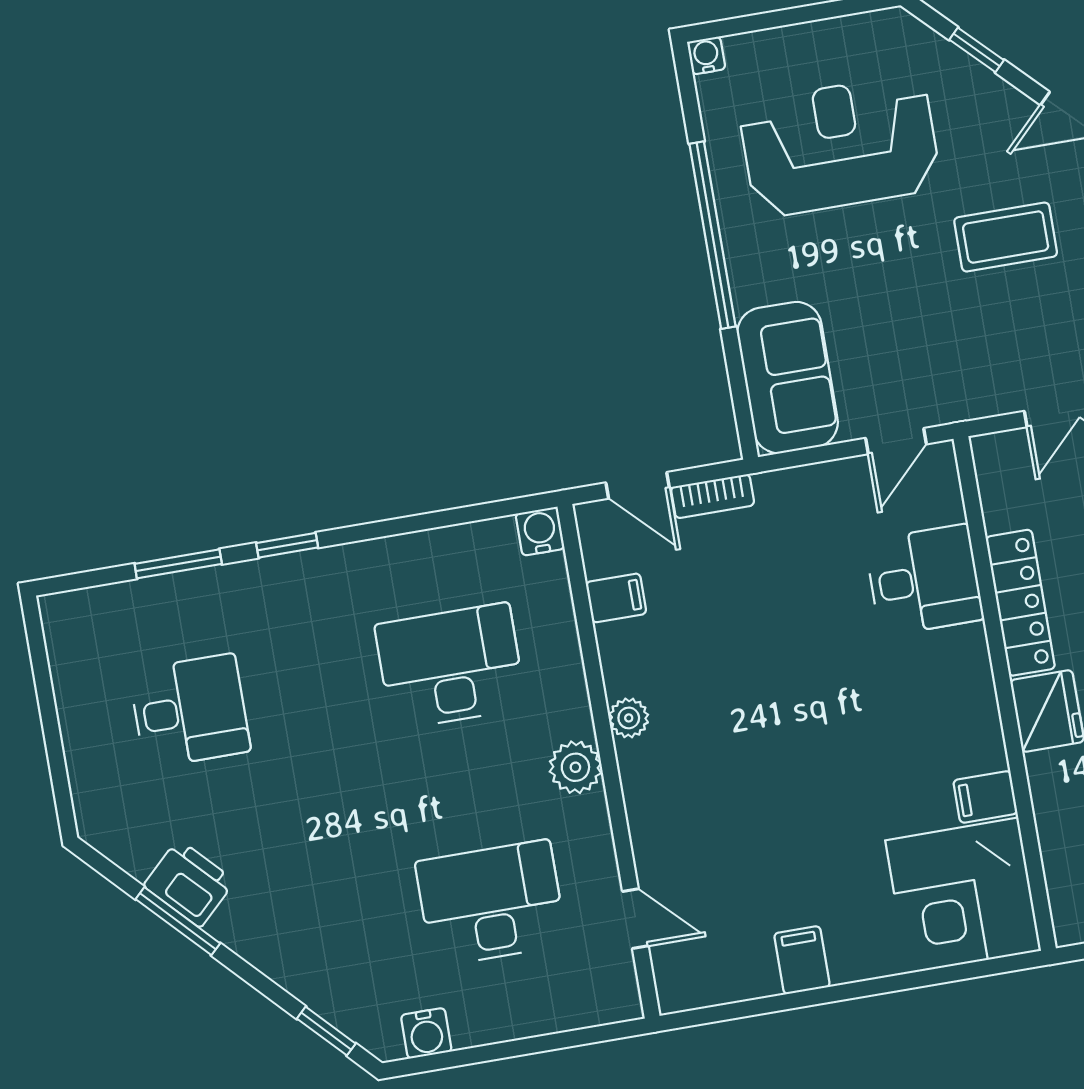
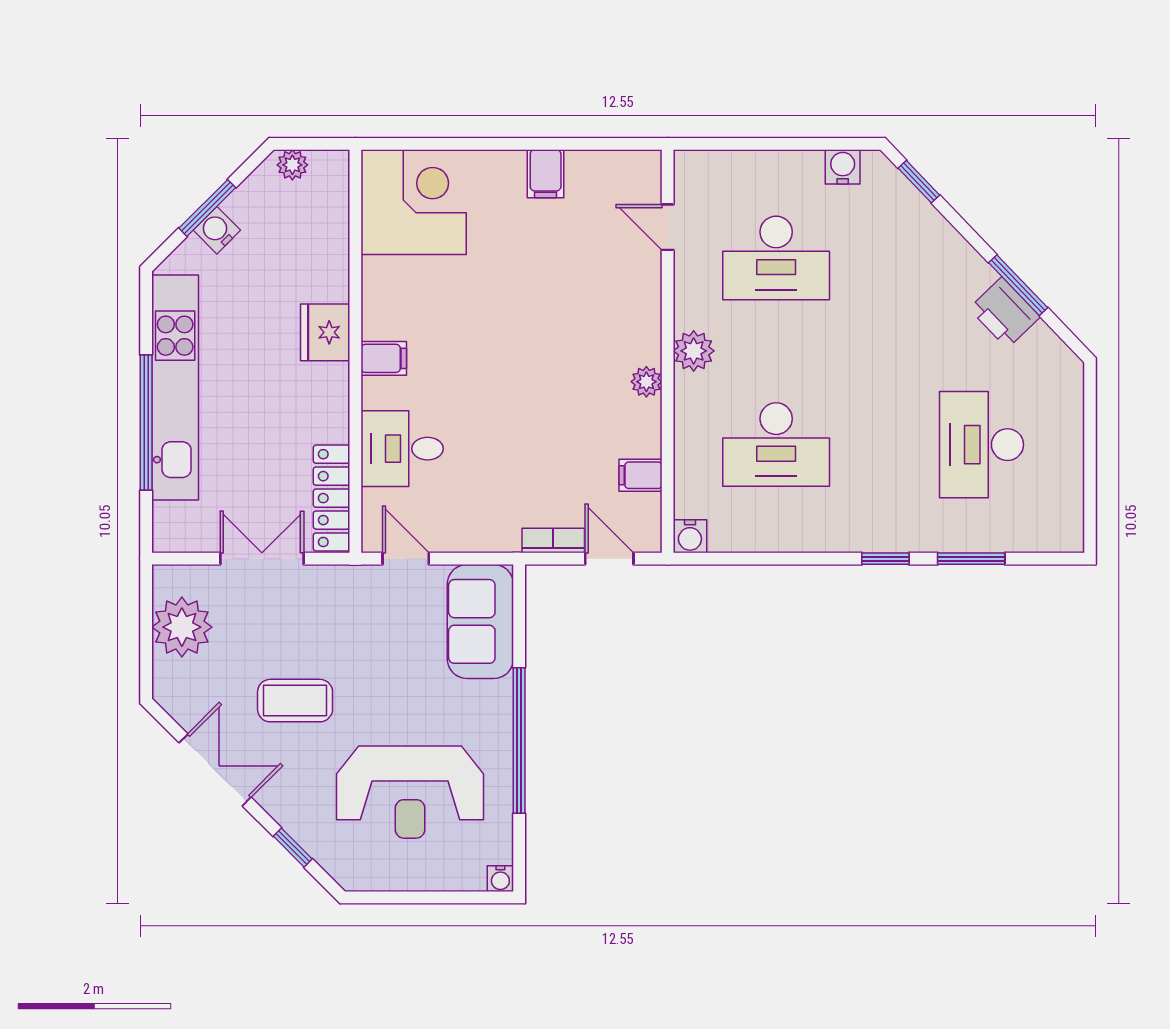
door: (896, 441) -> (406, 559), hinge flipped
locker: (1020, 603) -> (332, 498), moved
desk: (190, 711) -> (981, 445), width x1.37
filing cabinet: (985, 797) -> (384, 358), moved

